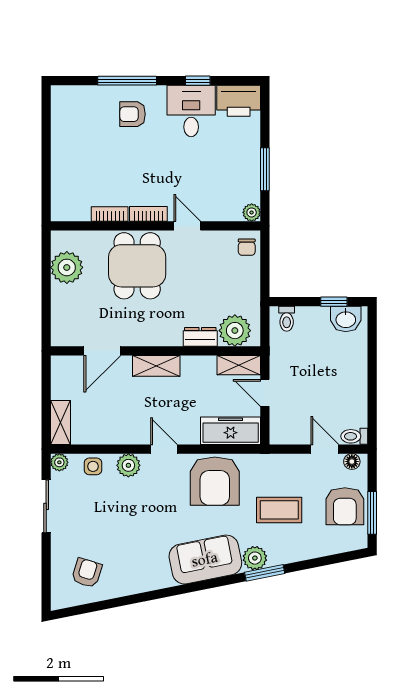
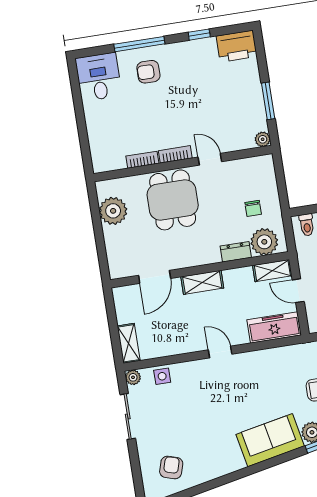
desk: (191, 111) -> (99, 77), moved
chair: (247, 247) -> (253, 208), moved
plant: (128, 465) -> (192, 371), removed
armchair: (215, 481) -> (268, 372), removed

